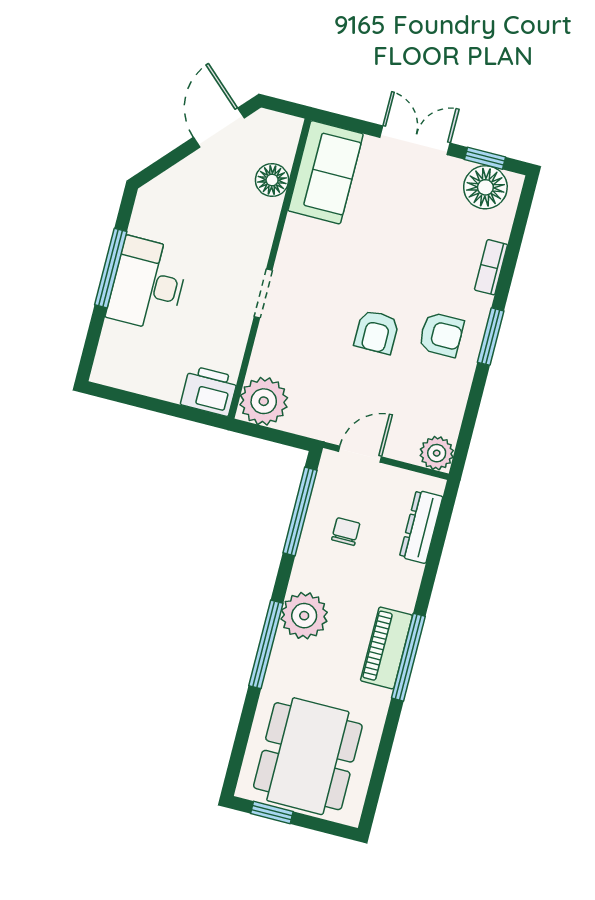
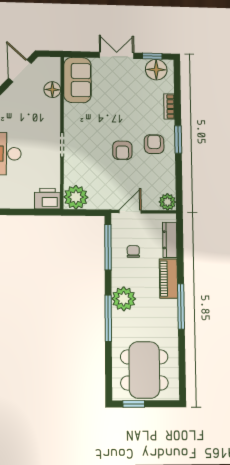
armchair: (441, 335) -> (154, 144), turned -90
piano: (386, 648) -> (168, 279), moved

